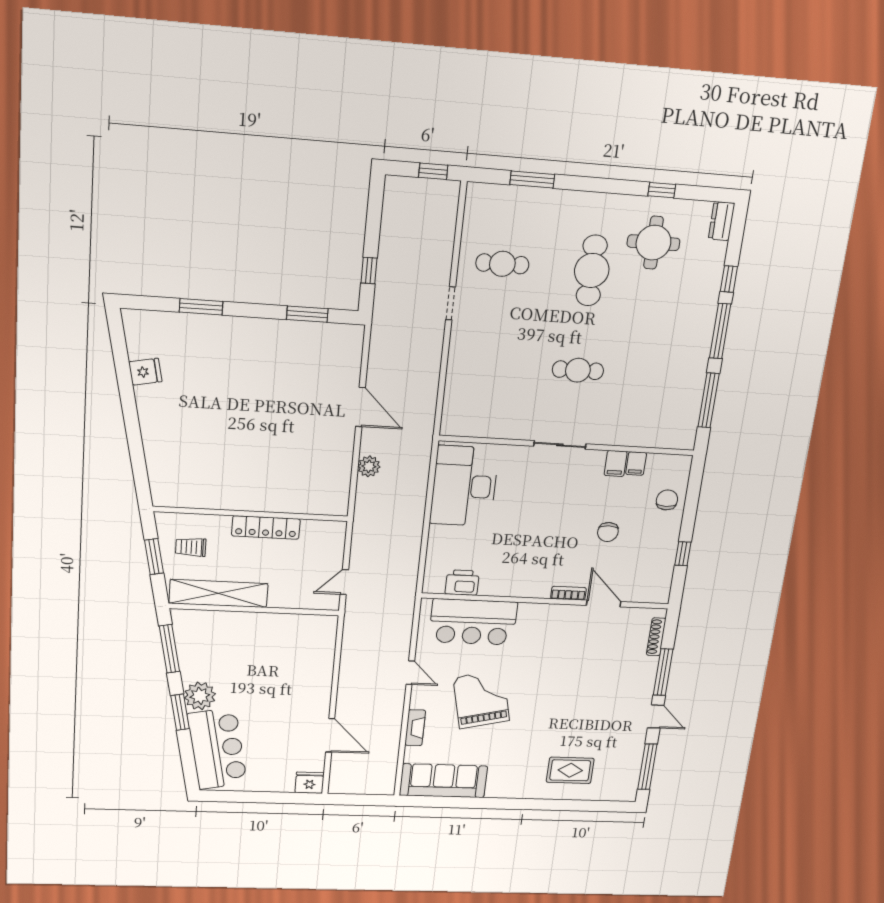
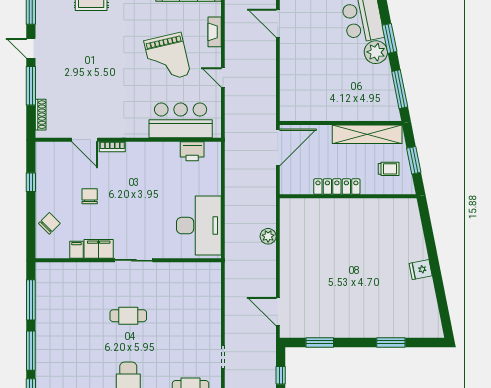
fridge: (145, 372) -> (421, 270), moved
door: (361, 407) -> (278, 312), moved
filing cabinet: (616, 463) -> (99, 249), width x2.00
chair: (667, 500) -> (49, 223), turned -135
door: (344, 582) -> (278, 148), width x1.87

